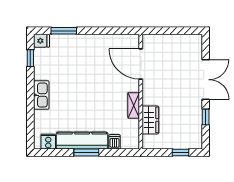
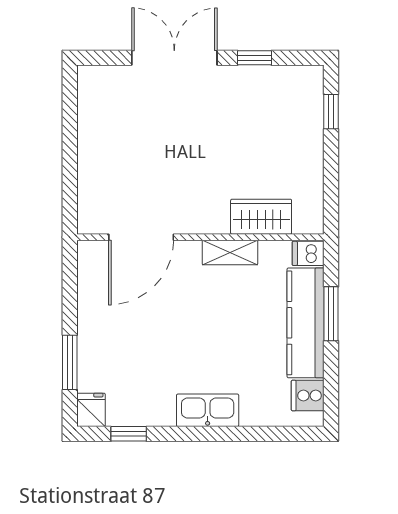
door: (141, 64) -> (141, 237), moved
wall: (141, 92) -> (200, 237), moved
shelving: (134, 105) -> (230, 252), moved
wardrobe: (150, 120) -> (261, 217), moved

